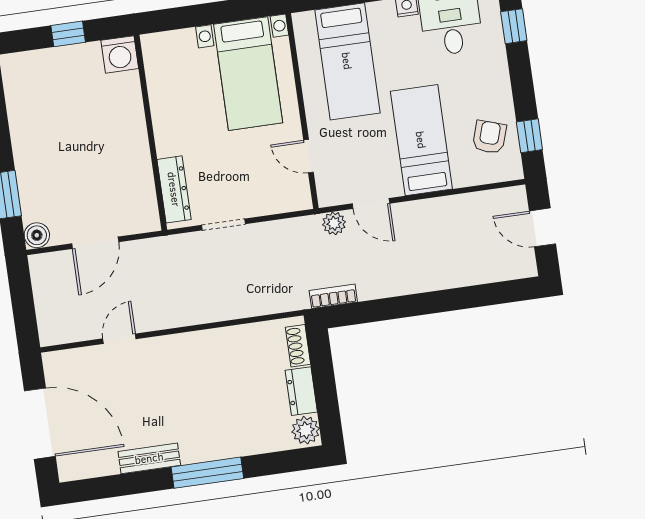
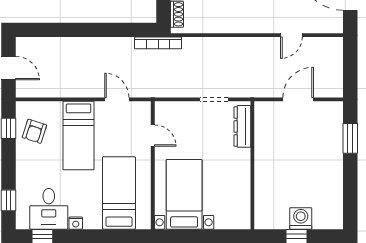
washing machine: (120, 54) -> (301, 218), moved
plant: (334, 223) -> (142, 90), removed
boiler: (37, 235) -> (335, 110), removed
bookcase: (333, 296) -> (158, 43), width x1.56

